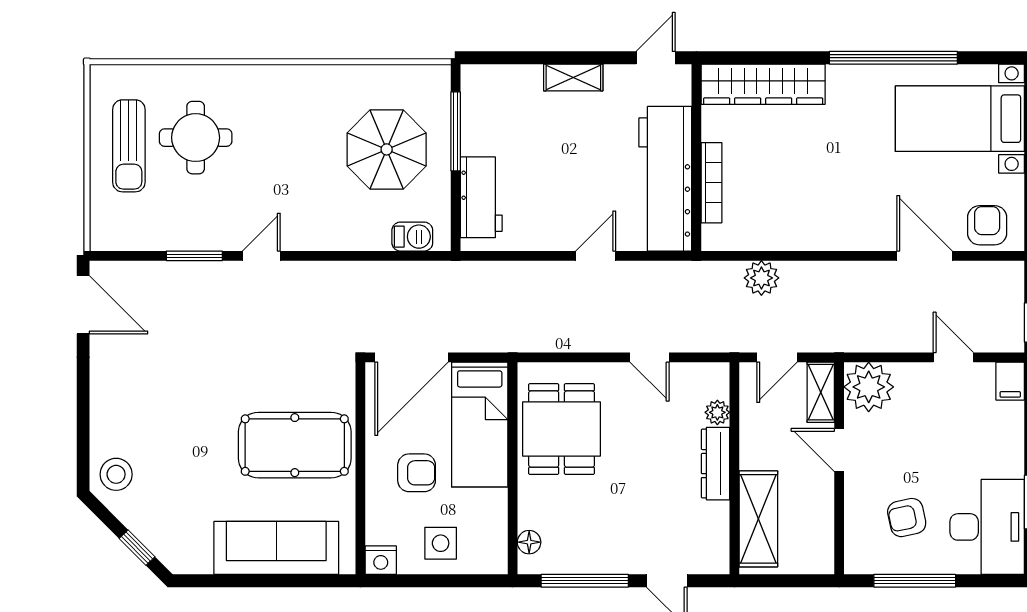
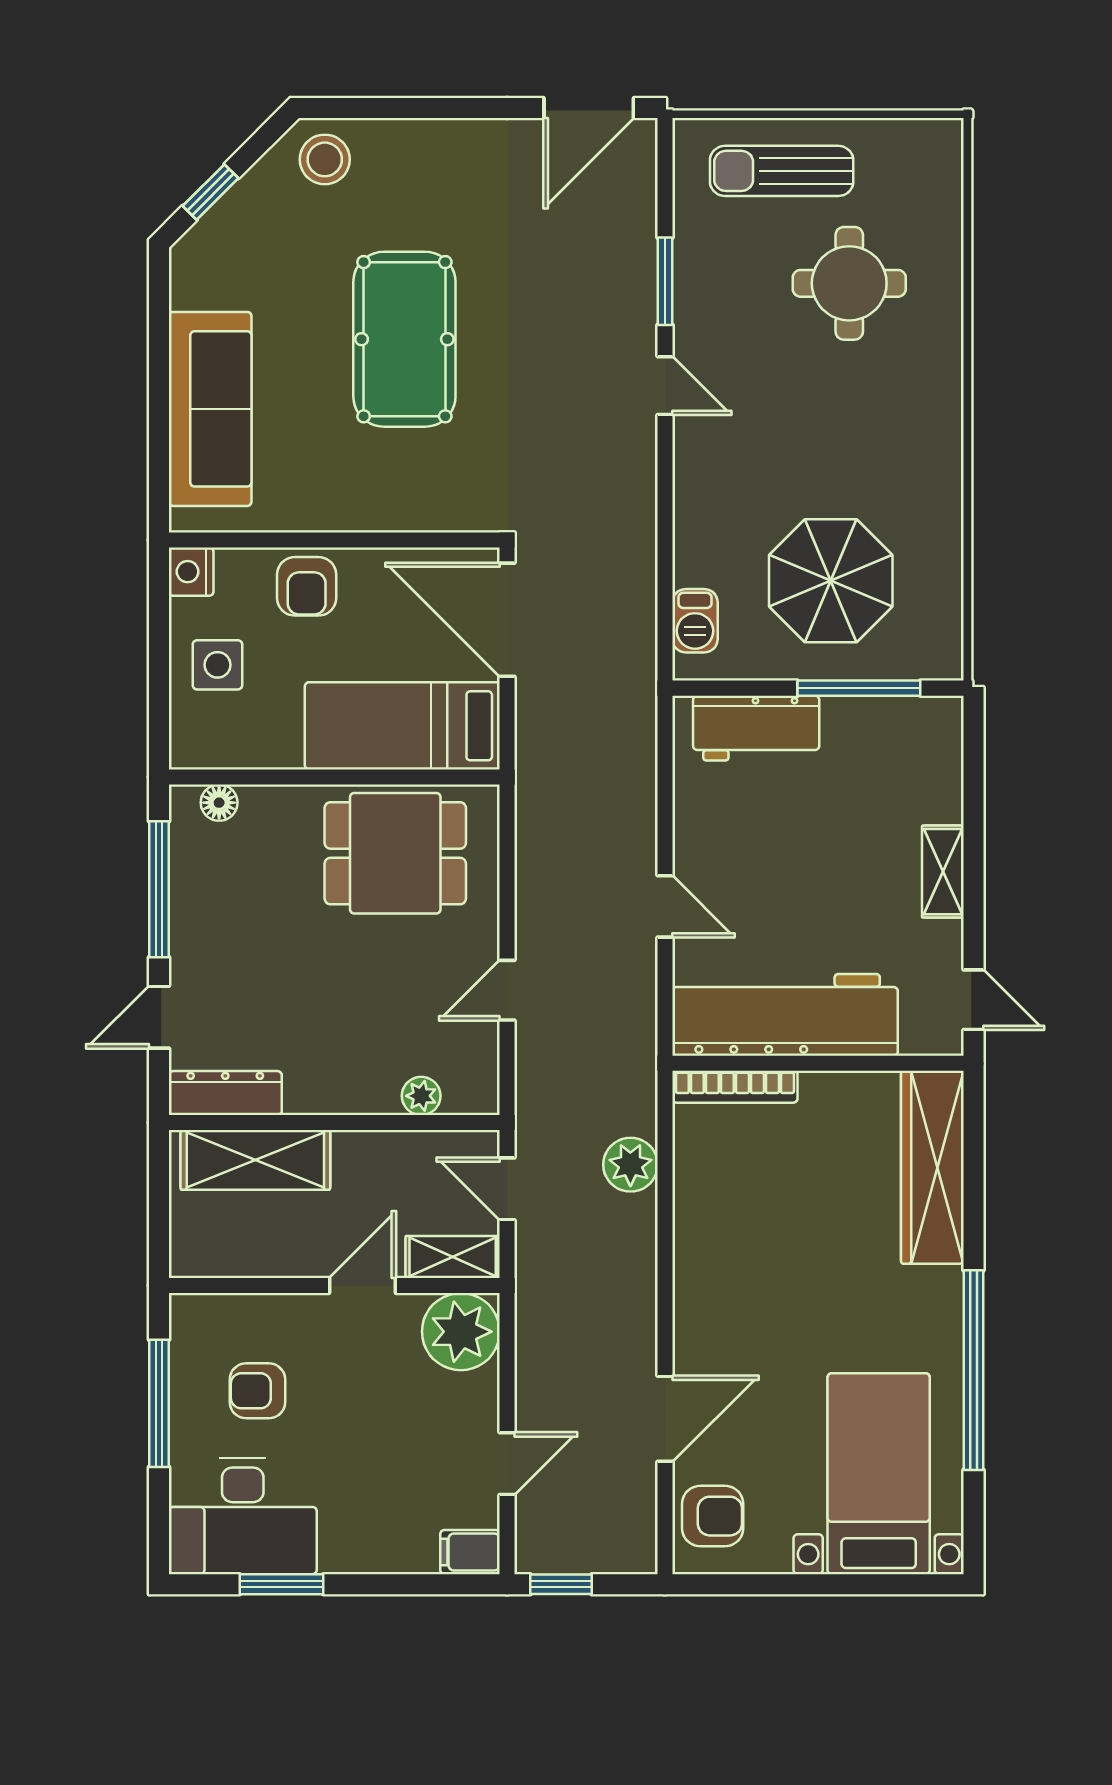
sun lounger: (129, 146) -> (782, 171), moved
bookcase: (711, 183) -> (735, 1087), moved
pool table: (295, 445) -> (404, 339), moved
dresser: (716, 464) -> (225, 1093), moved
armchair: (417, 473) -> (307, 586), moved
armchair: (907, 518) -> (257, 1391), turned -78

